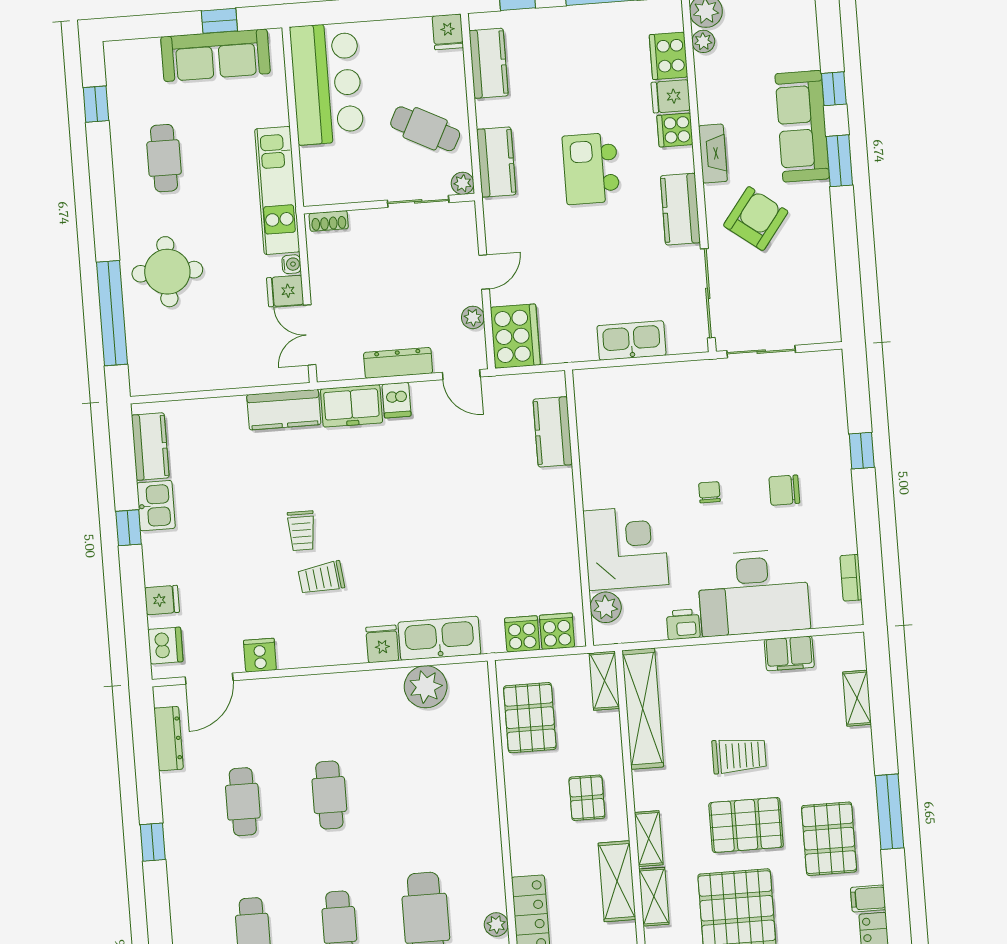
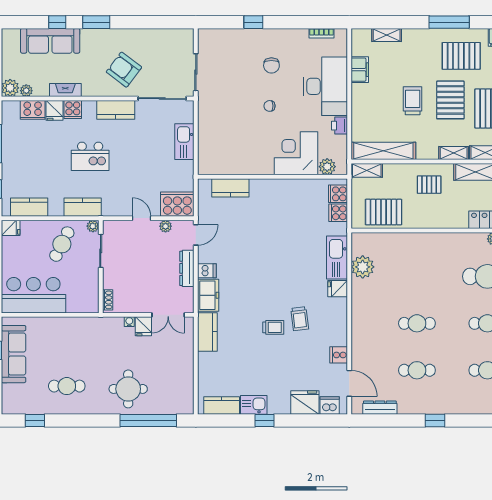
sofa: (802, 126) -> (50, 41), moved
fireplace: (713, 154) -> (65, 90), moved
kitchen unit: (277, 190) -> (89, 326), removed
fridge: (162, 600) -> (305, 402), width x1.88, depth x1.34

